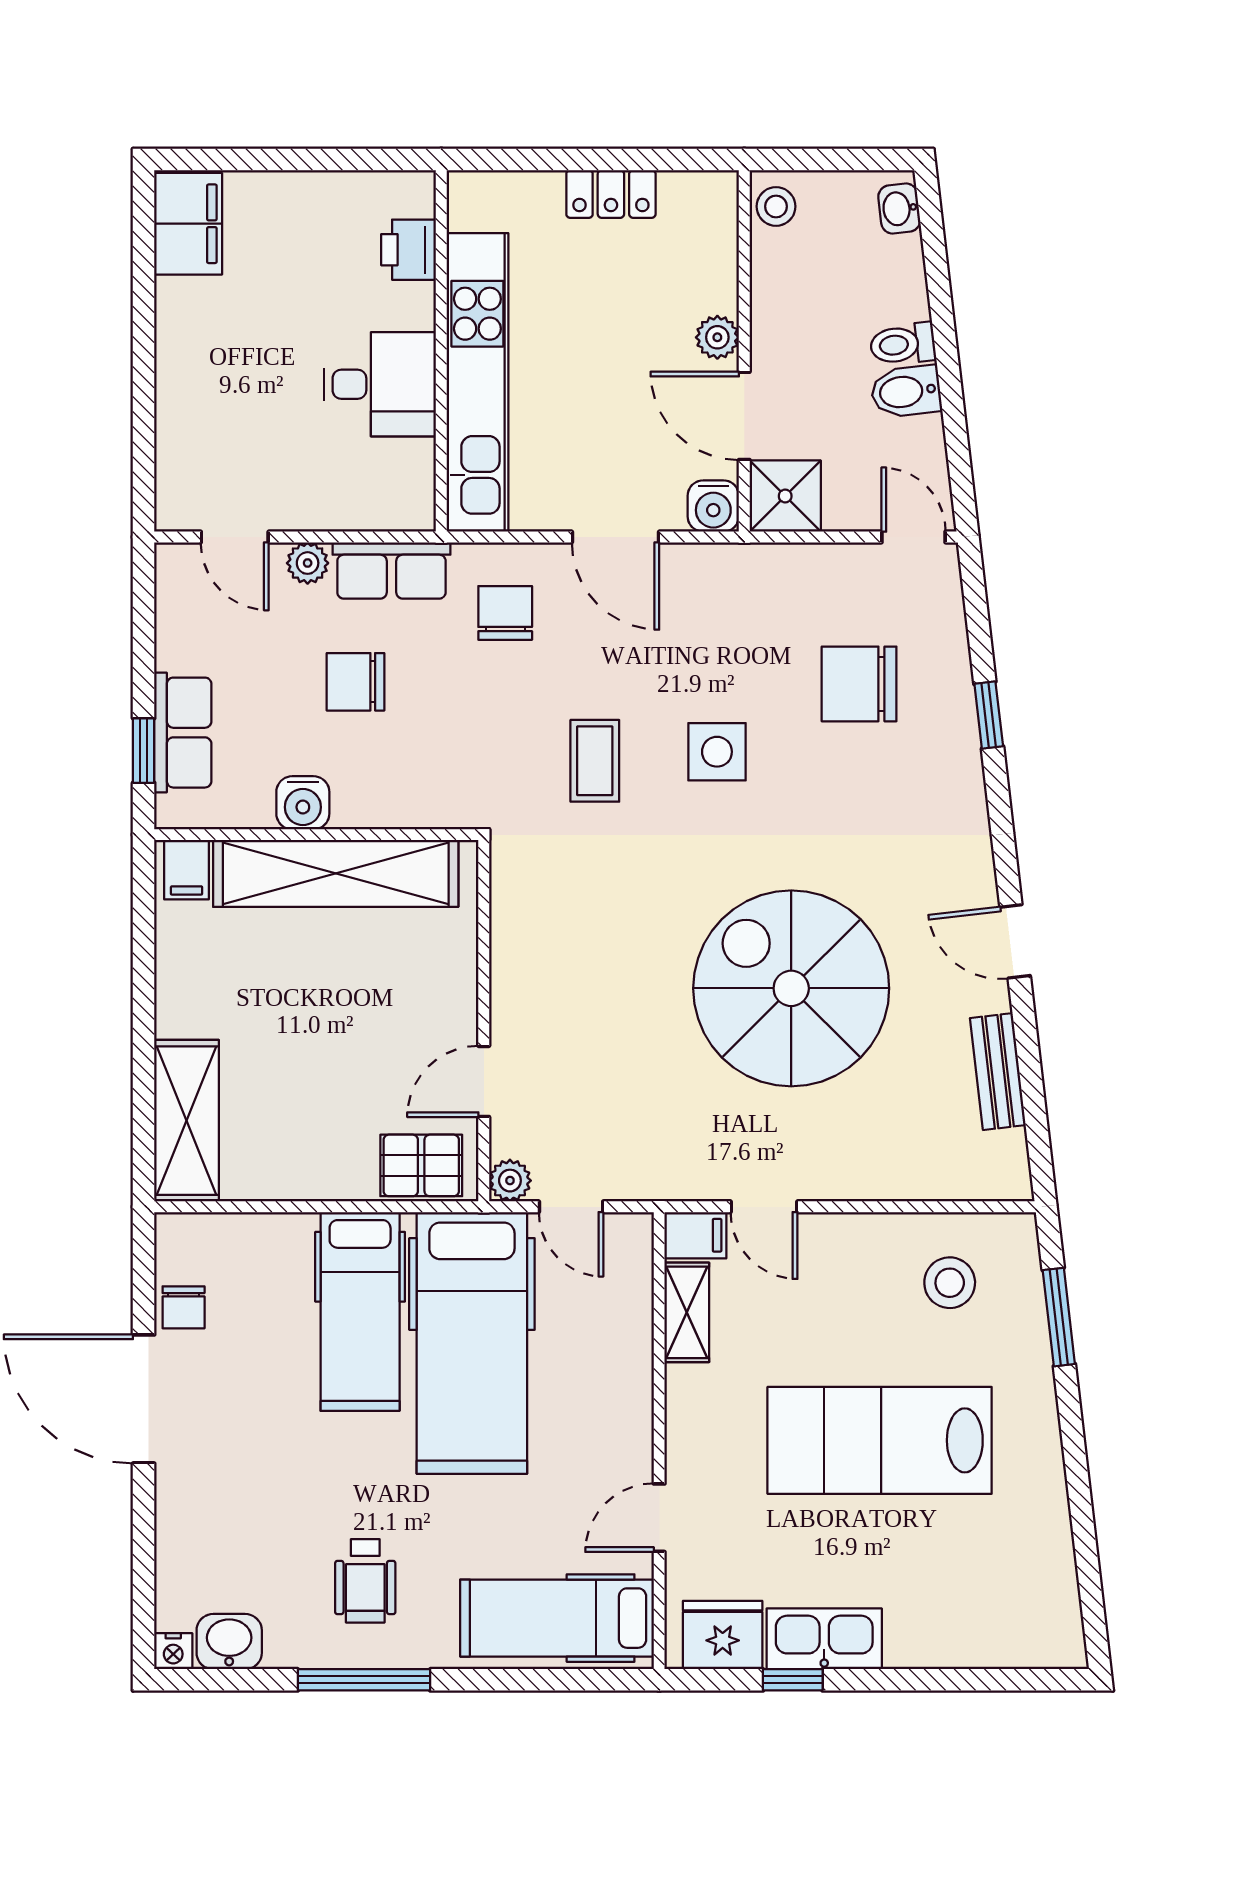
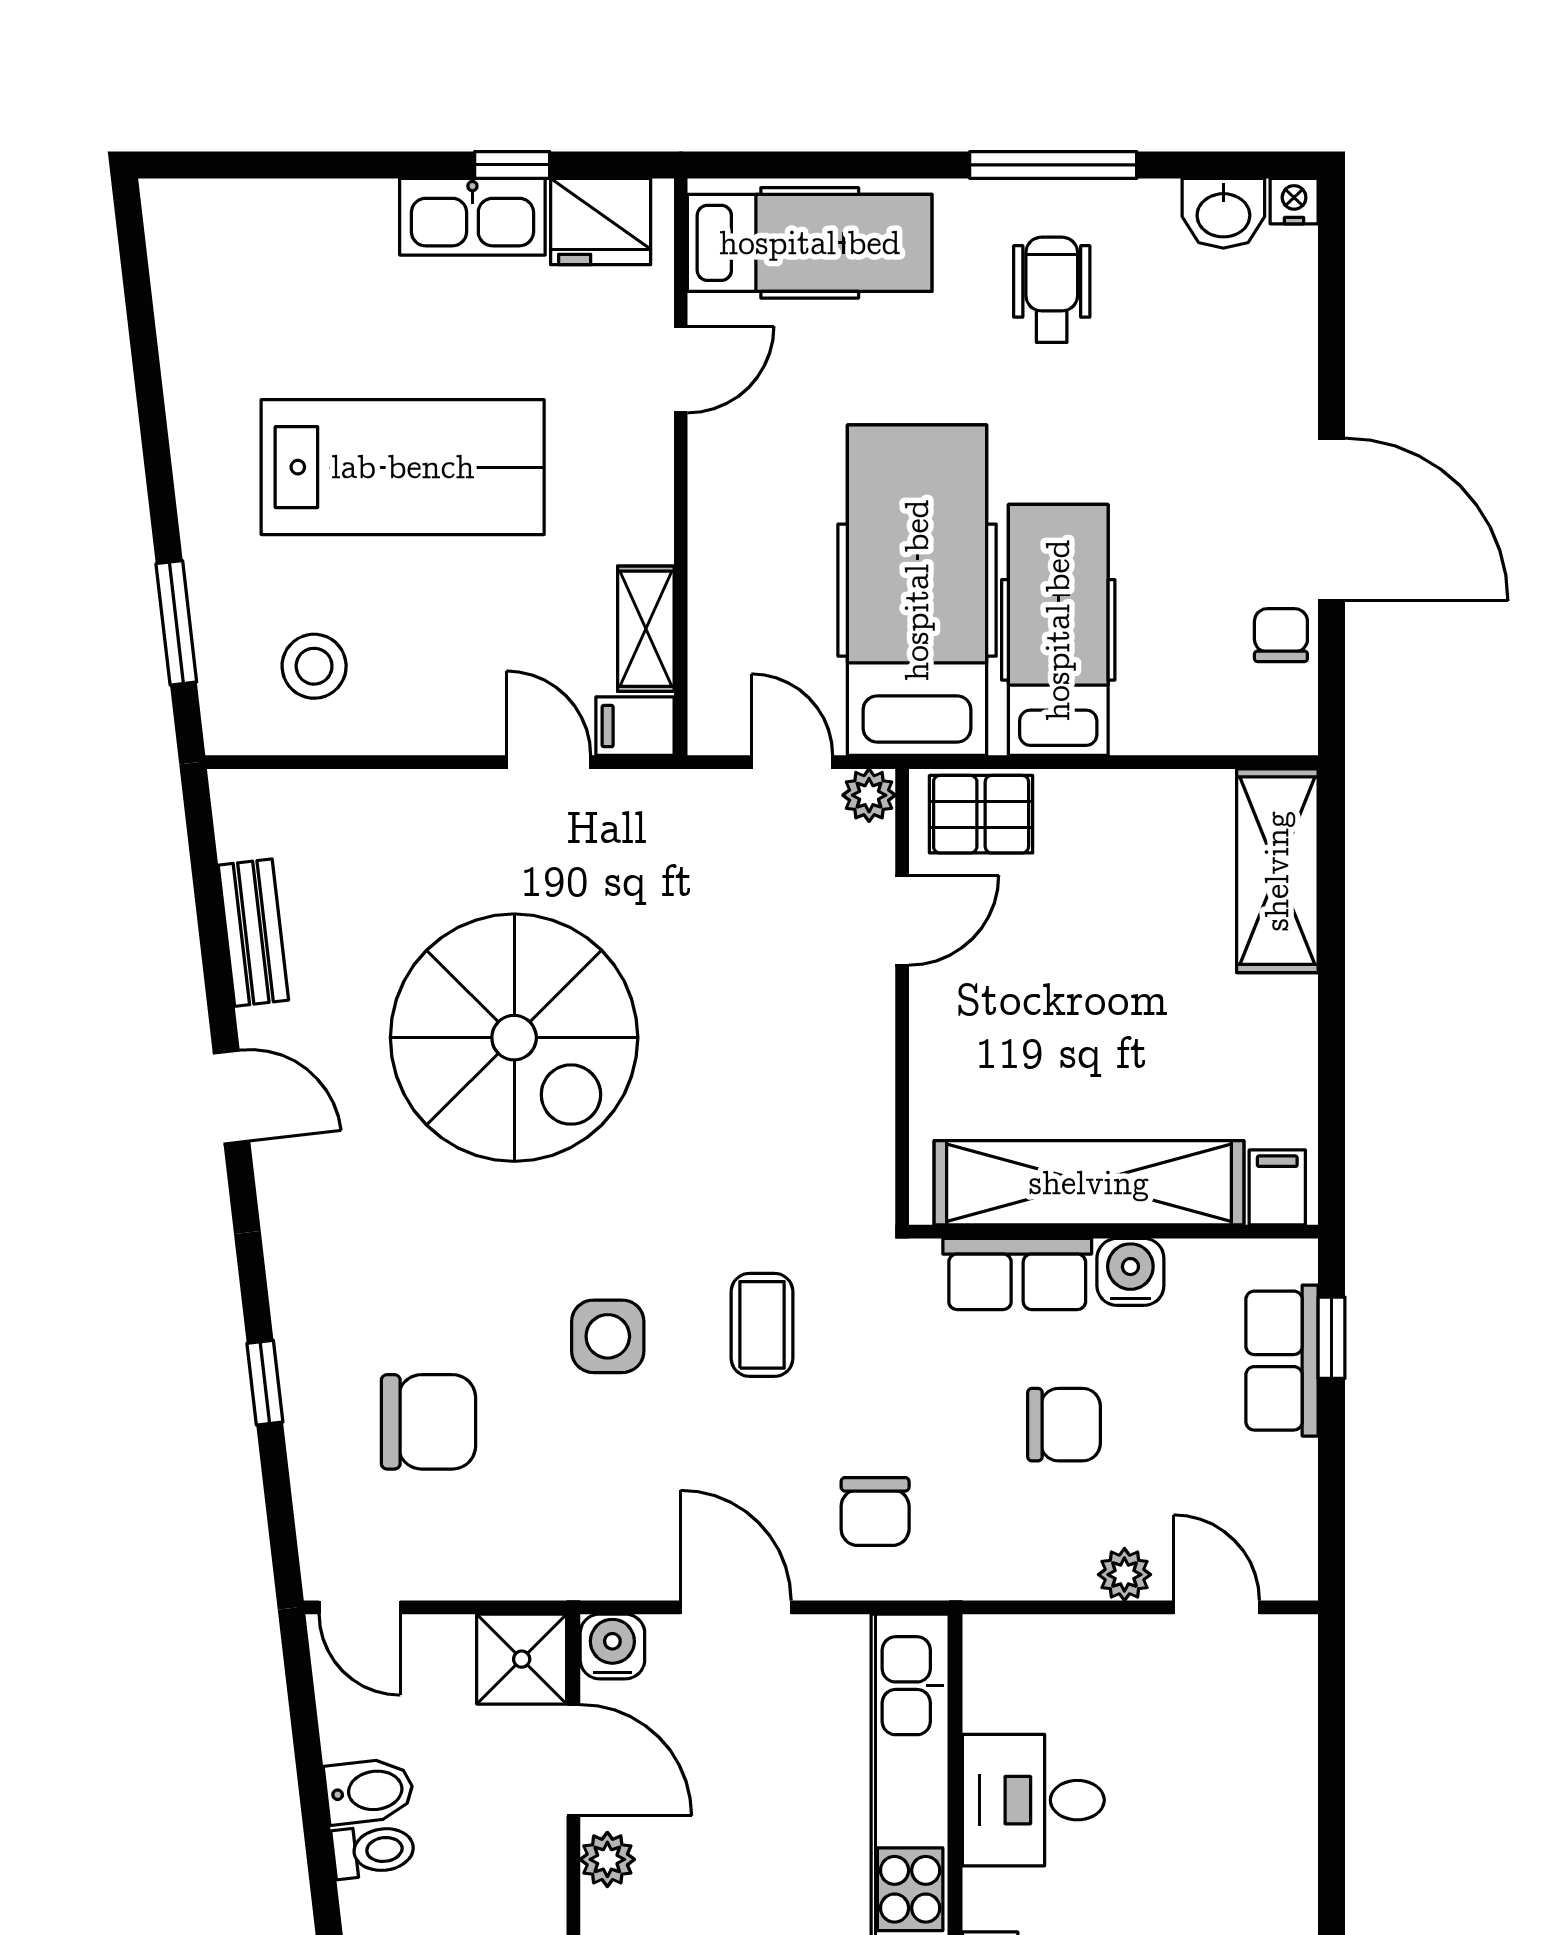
row of seats: (391, 570) -> (1017, 1274), moved, turned 180

